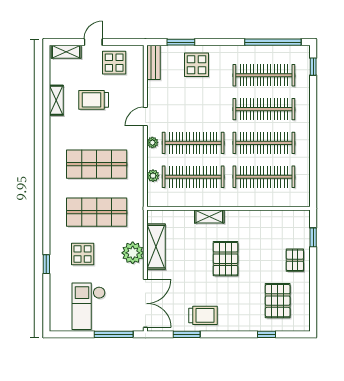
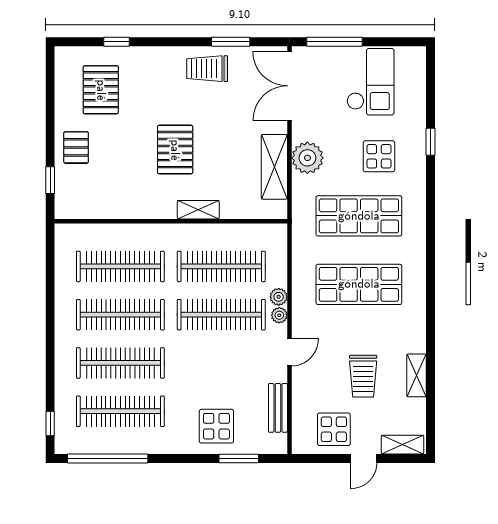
bench: (153, 62) -> (278, 408), moved
trolley: (94, 100) -> (363, 376), turned 90
plant: (153, 176) -> (279, 297), moved

